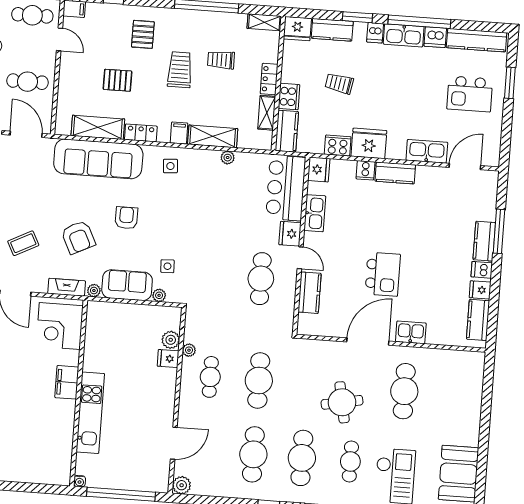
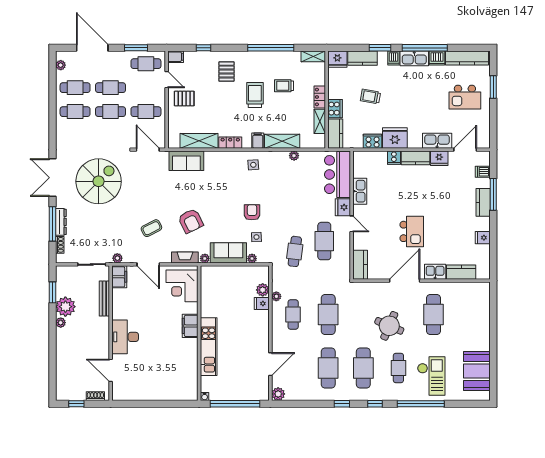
pallet: (117, 80) -> (184, 99), moved
sofa: (98, 159) -> (186, 161), width x0.54, depth x0.79
fridge: (319, 169) -> (439, 158), moved, turned 90
armchair: (126, 218) -> (252, 212), moved
dishwasher: (482, 270) -> (483, 172), moved
cafe table: (219, 290) -> (295, 251), added
kitchen counter: (310, 293) -> (360, 265), moved
kitchen counter: (478, 320) -> (461, 272), moved, turned 90
round table: (342, 402) -> (389, 326), turned 34

